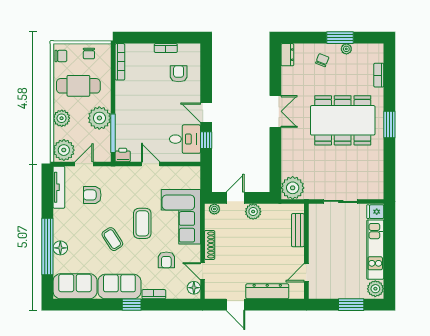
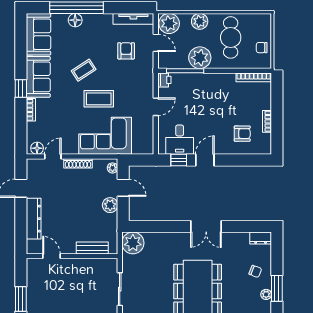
chair: (61, 56) -> (259, 21), removed
armchair: (166, 260) -> (64, 122), removed

